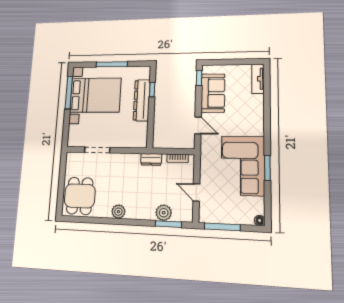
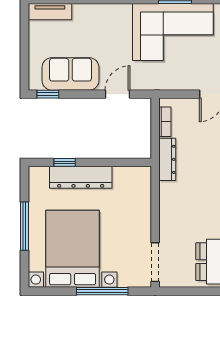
window: (69, 92) -> (102, 291), moved
doorway: (97, 150) -> (155, 262), moved
dresser: (151, 159) -> (167, 159), width x1.44

